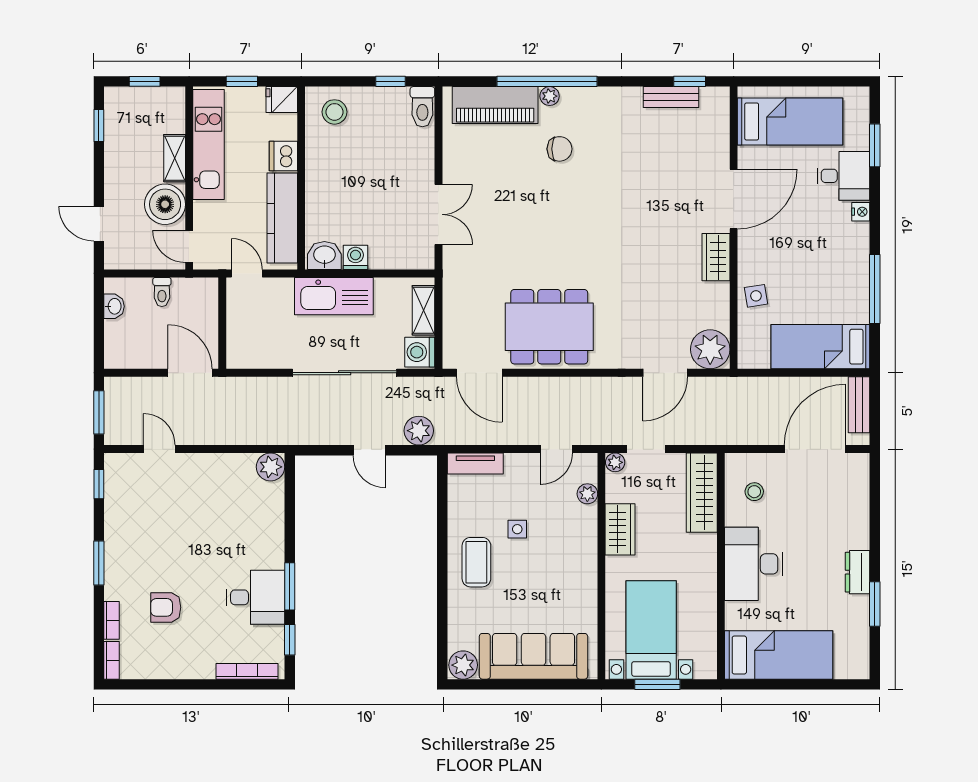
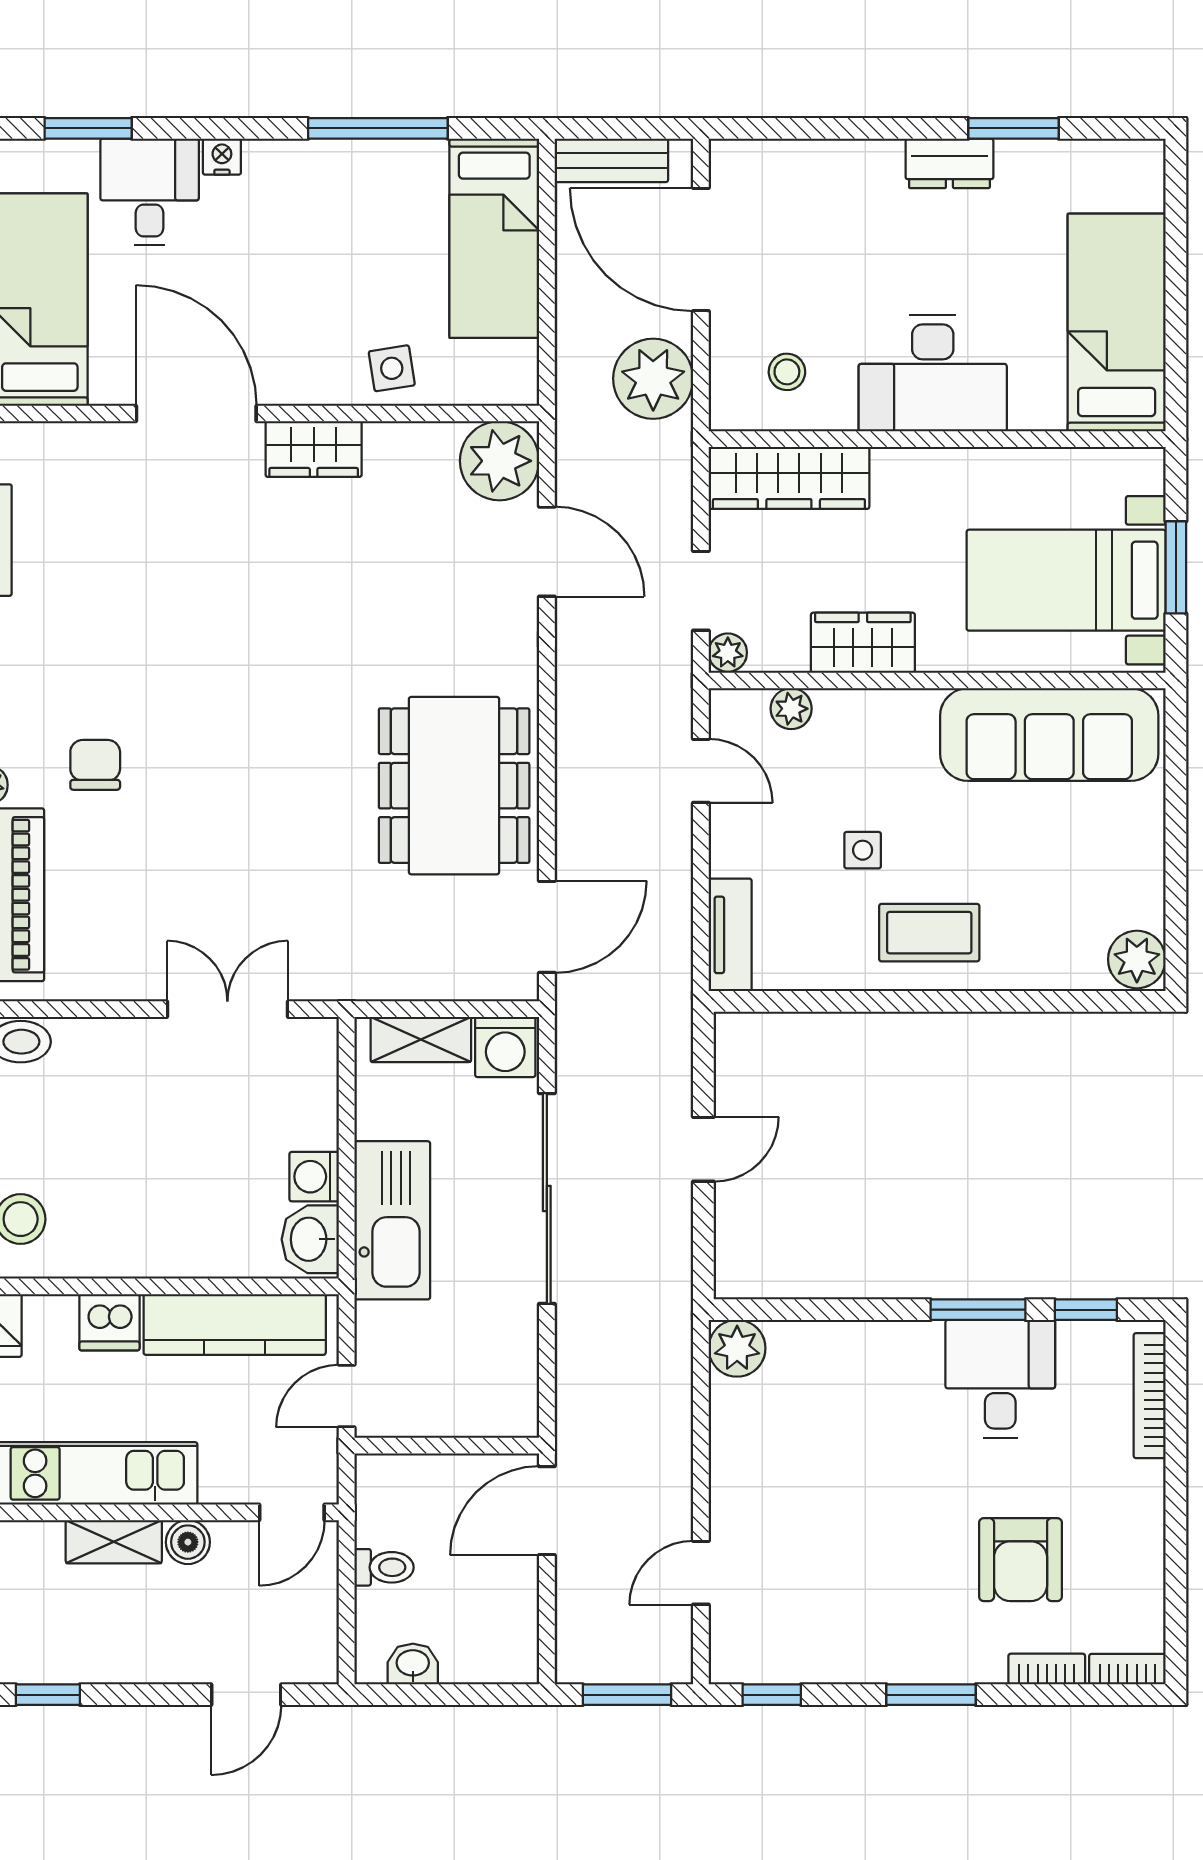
boiler: (165, 204) -> (188, 1542), width x0.54, depth x0.54
plant: (419, 431) -> (653, 379), moved, width x1.36, depth x1.36
armchair: (166, 607) -> (1021, 1560), width x1.38, depth x1.38
sofa: (533, 656) -> (1049, 735), moved, turned -90

